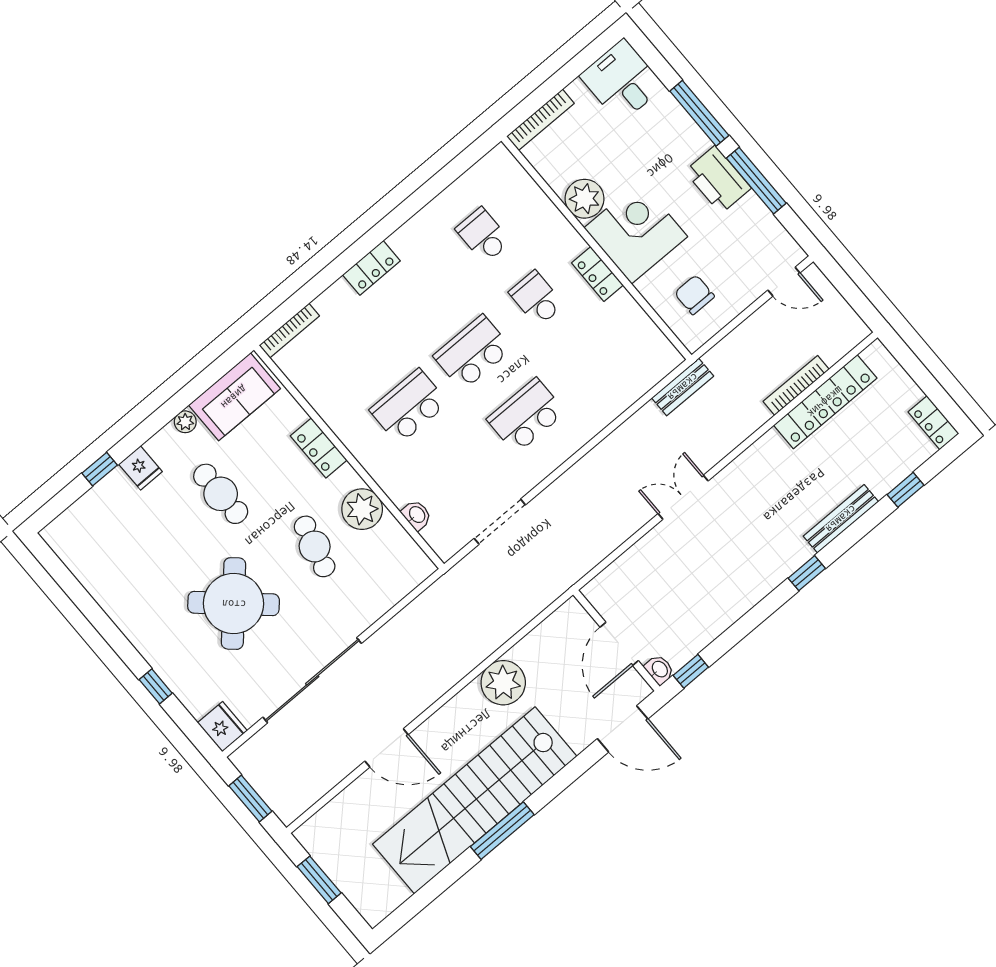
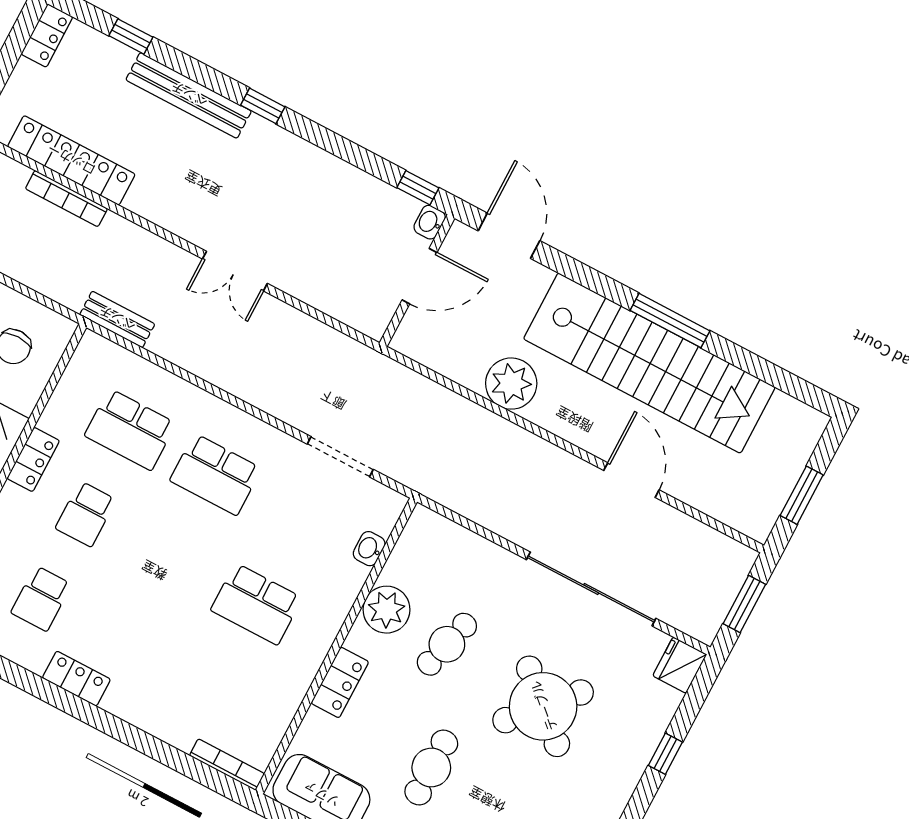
locker: (371, 268) -> (76, 679), moved
school desk: (473, 352) -> (130, 429), moved
bench: (841, 519) -> (189, 95), width x1.37, depth x1.21

